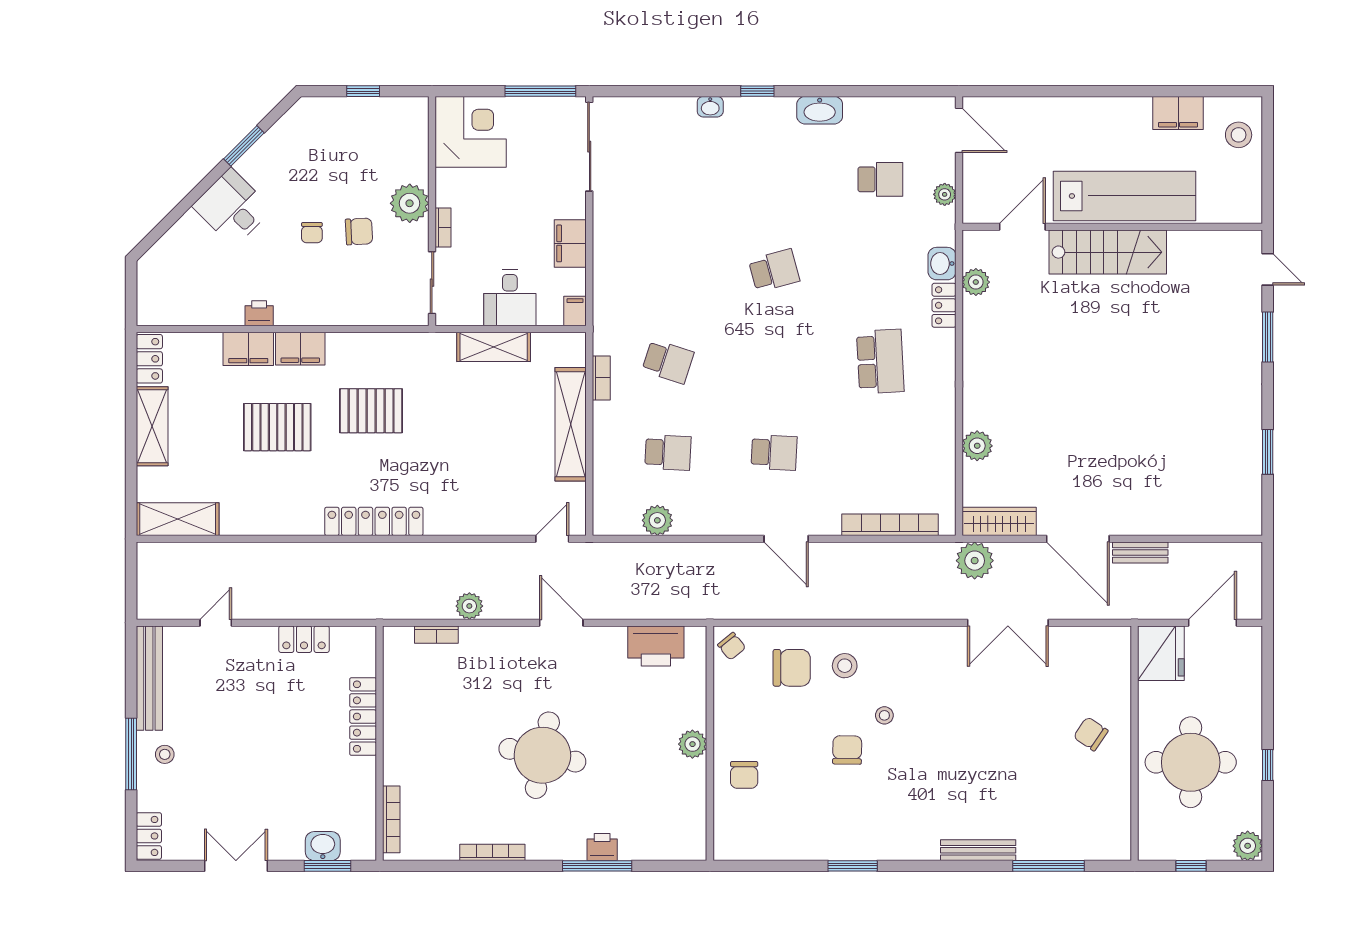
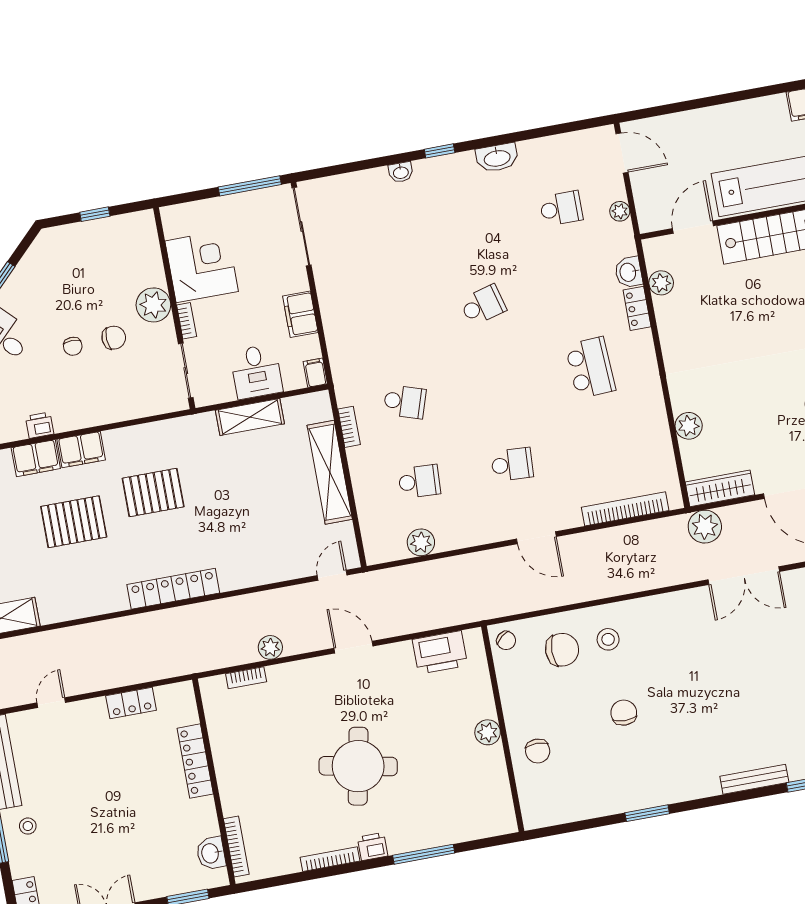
corner desk: (471, 132) -> (202, 266), moved
stool: (884, 715) -> (651, 676), removed
washbasin: (323, 846) -> (211, 853), moved, turned -90
printer: (602, 847) -> (373, 847), moved

